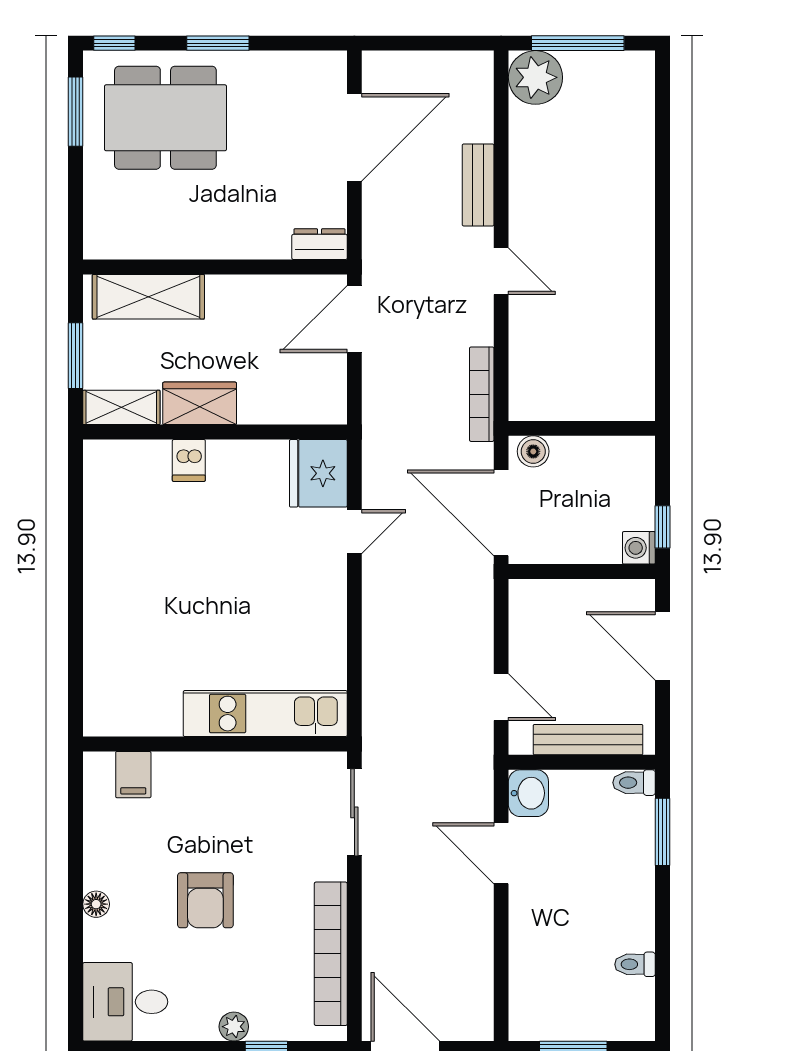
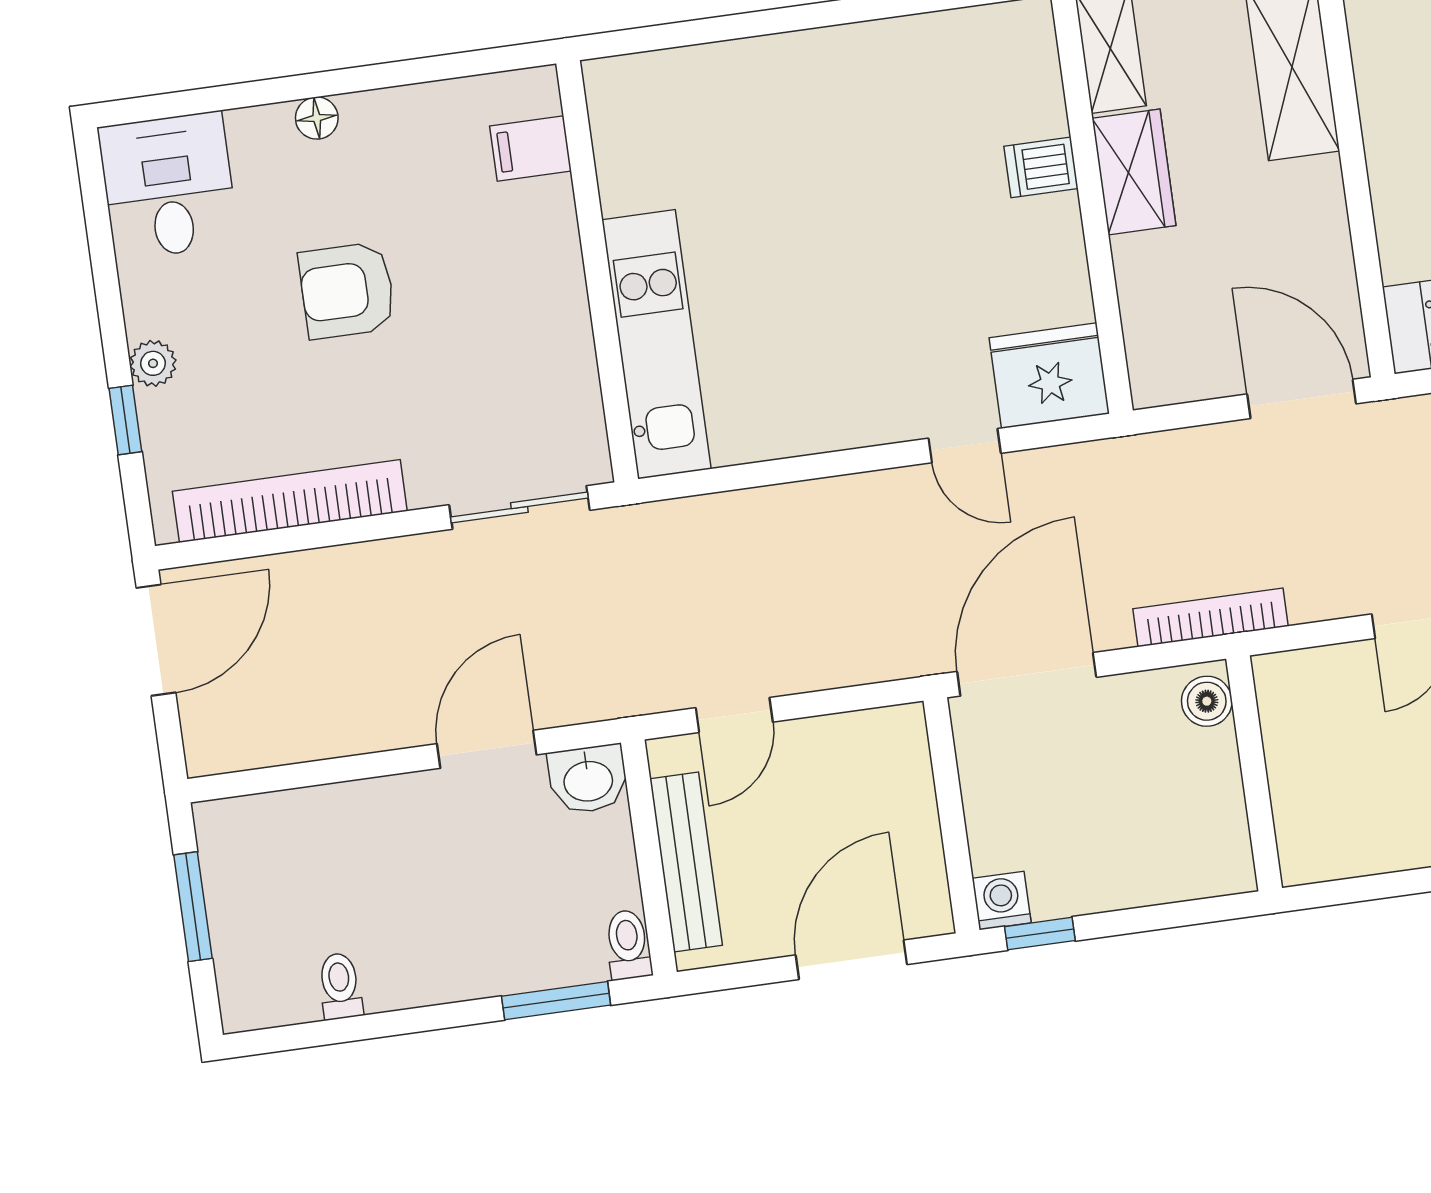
wall: (582, 428) -> (1254, 773), moved
boiler: (533, 451) -> (1207, 701), moved

